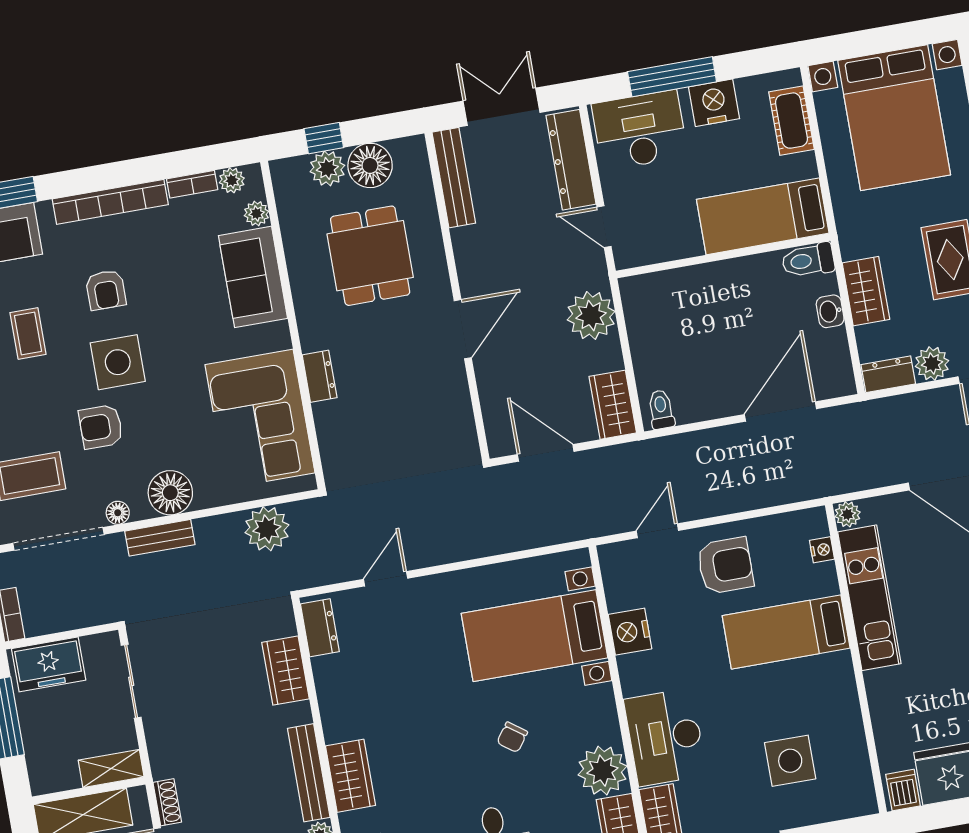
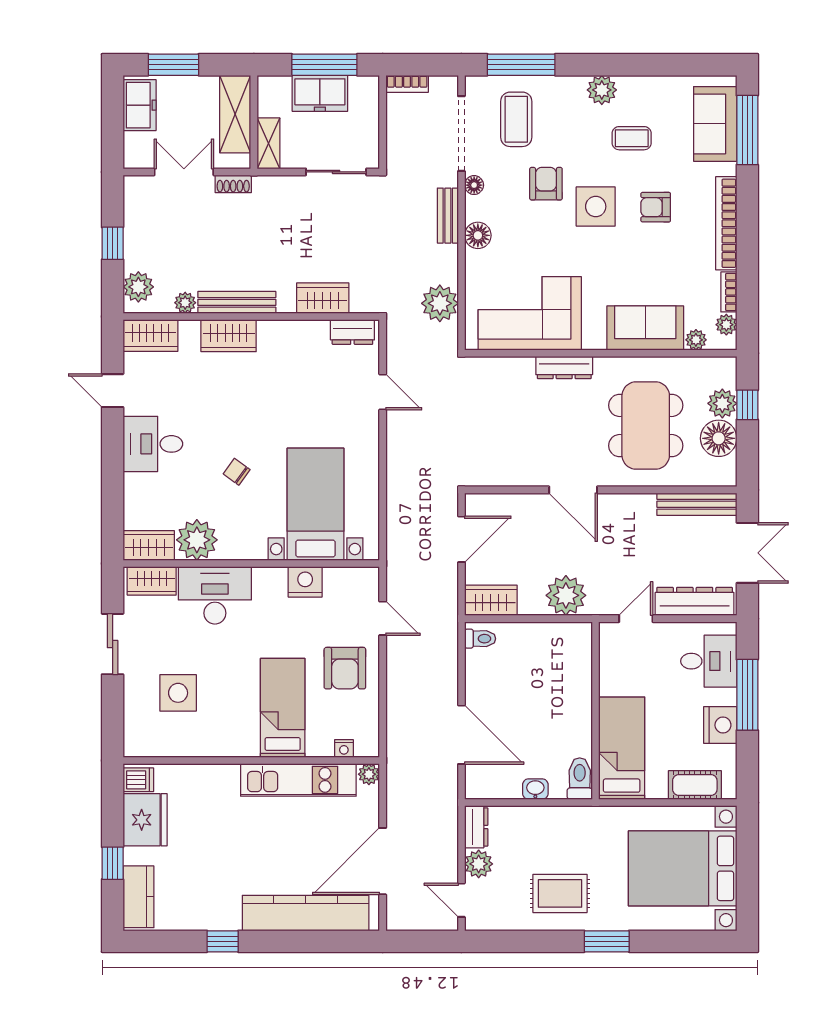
desk: (640, 130) -> (709, 661), width x0.73
dining table: (370, 256) -> (646, 426), width x1.38
wardrobe: (866, 291) -> (547, 821), removed
dresser: (320, 376) -> (564, 368), width x1.44
floor lamp: (170, 493) -> (478, 235), width x0.73, depth x0.73
freezer: (49, 664) -> (320, 93), moved, turned -90

